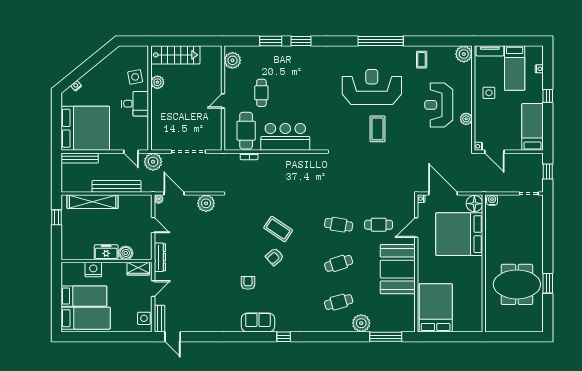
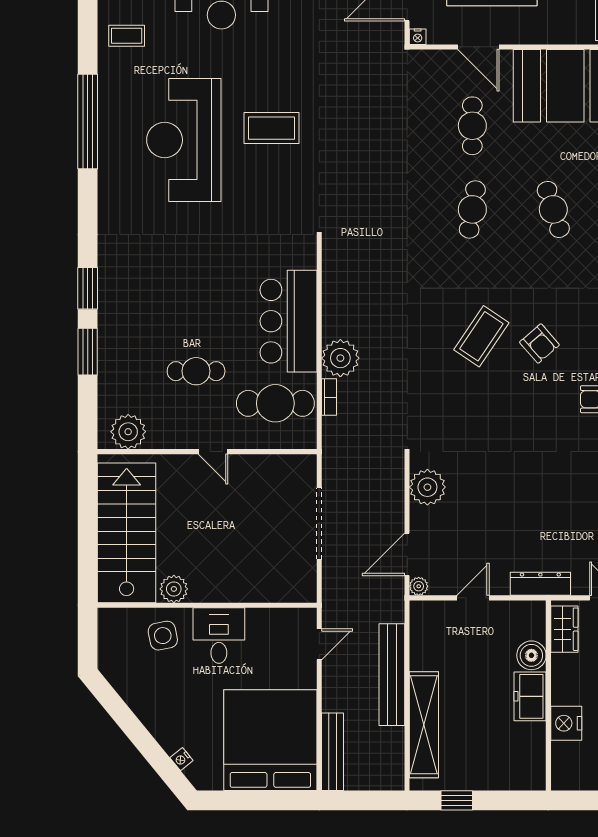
stairs: (175, 55) -> (127, 533), width x1.36, depth x1.51
plant: (153, 162) -> (340, 358), moved

